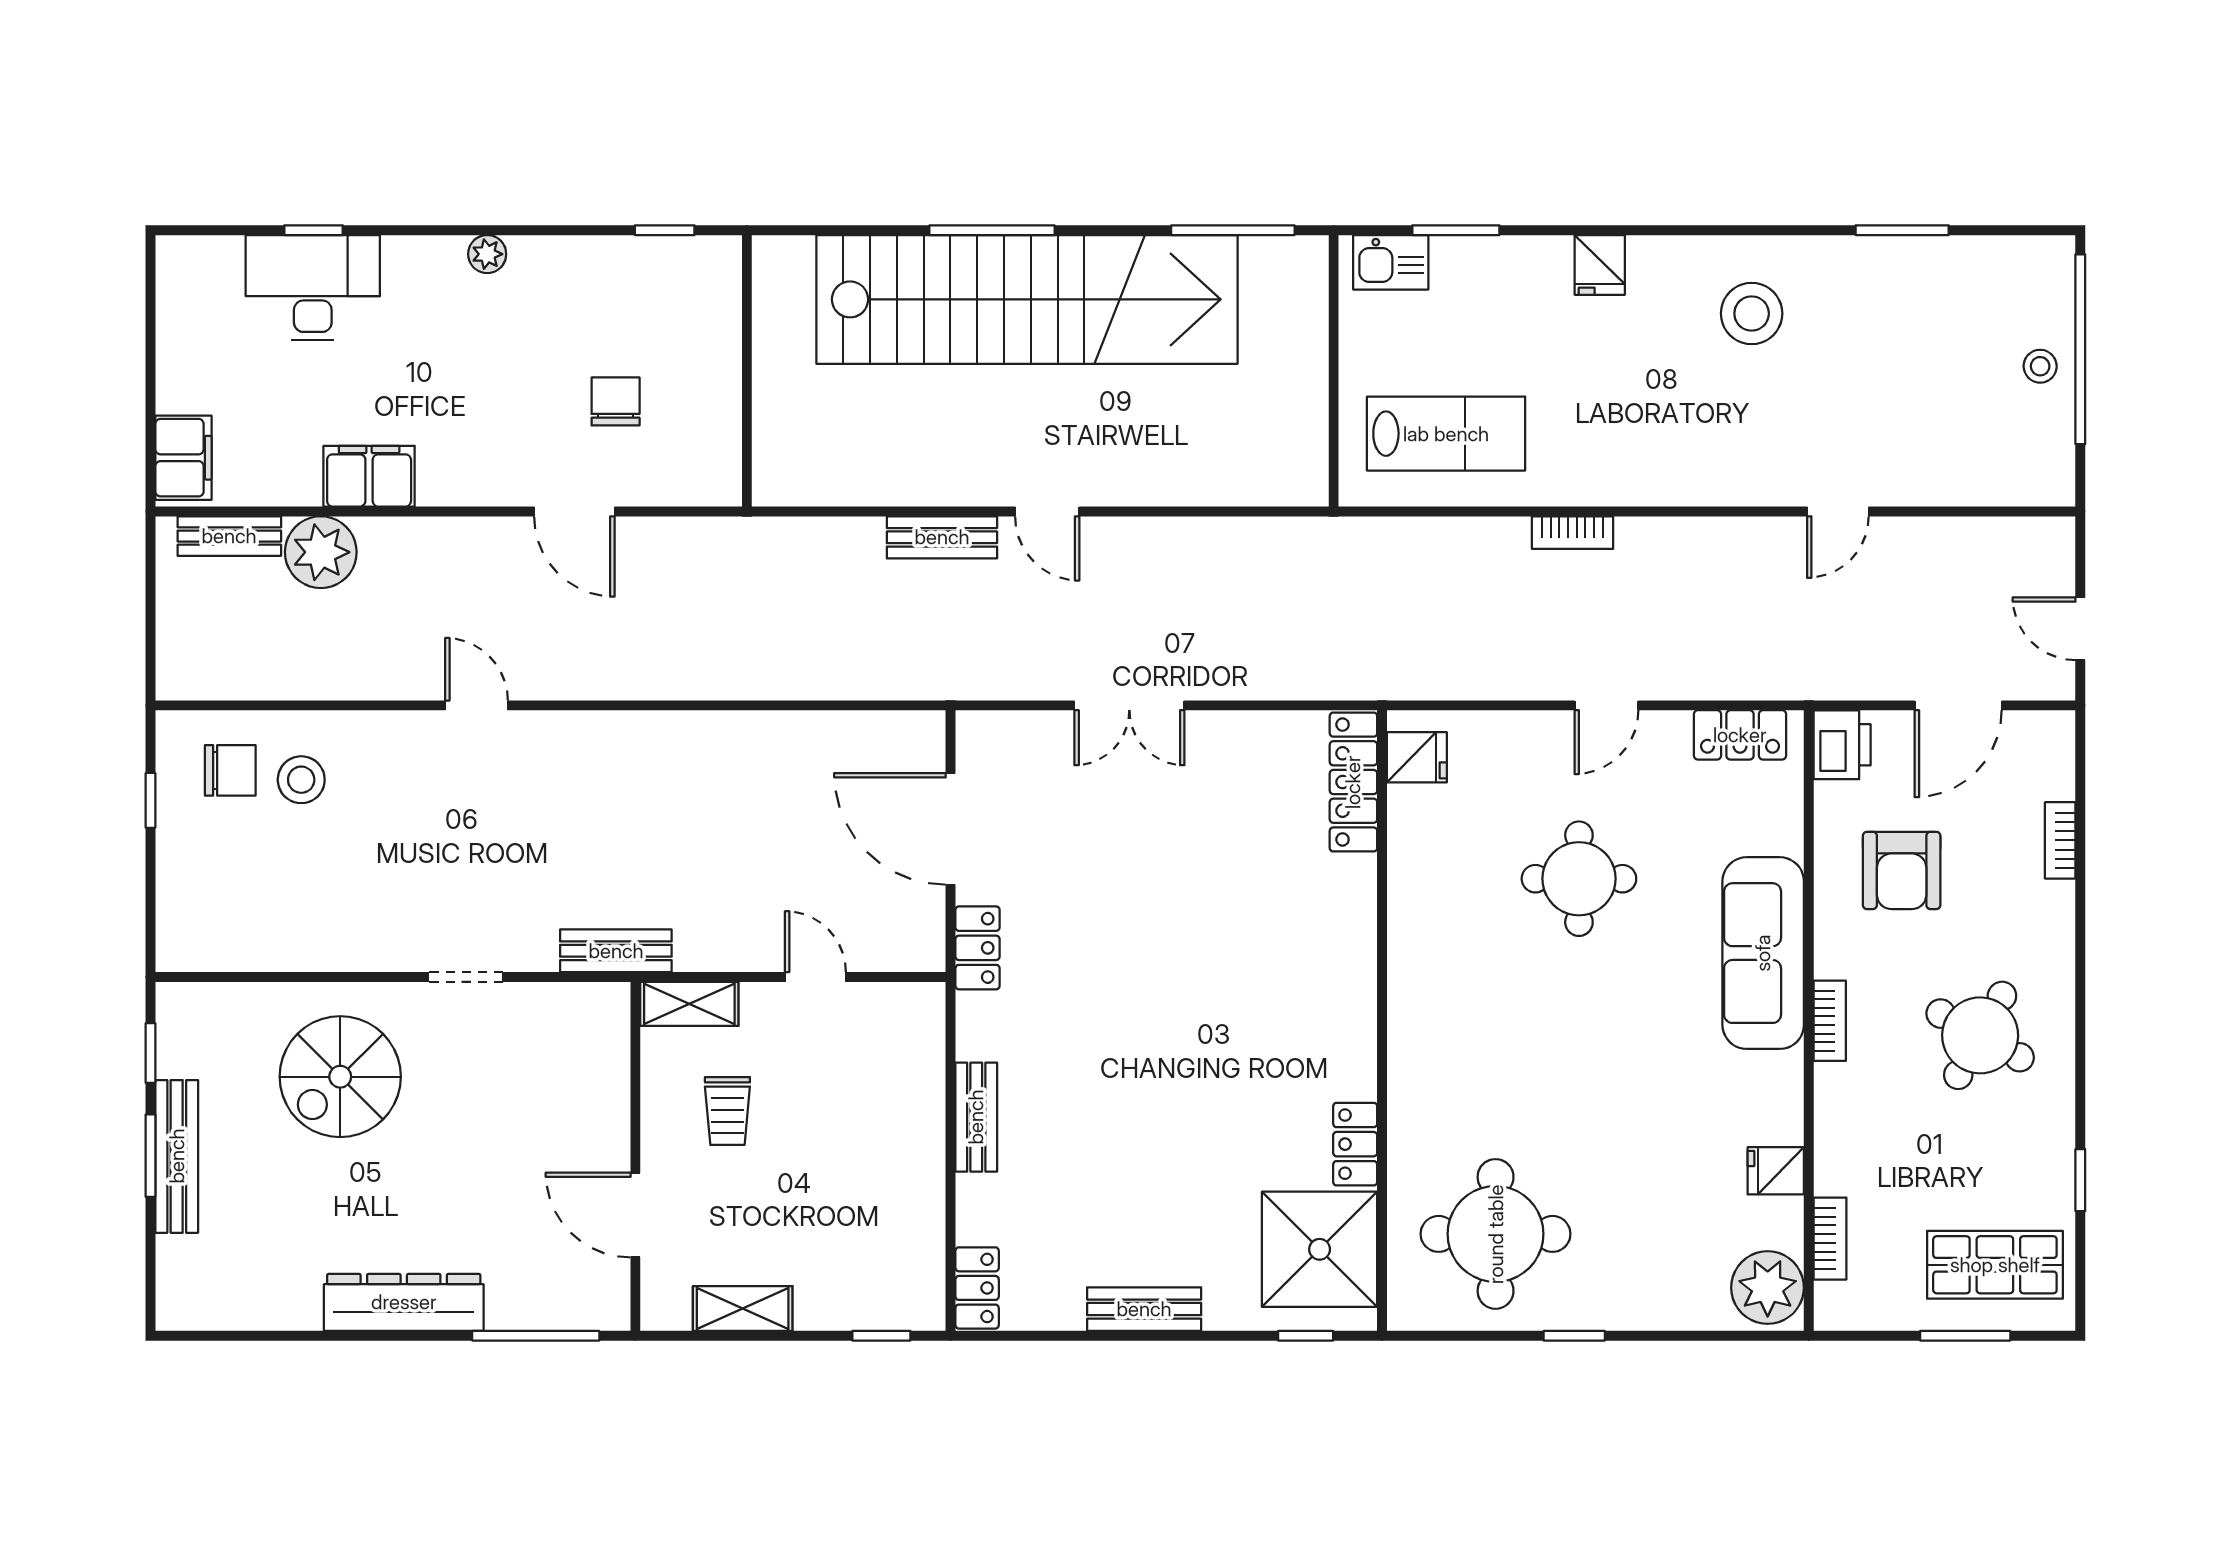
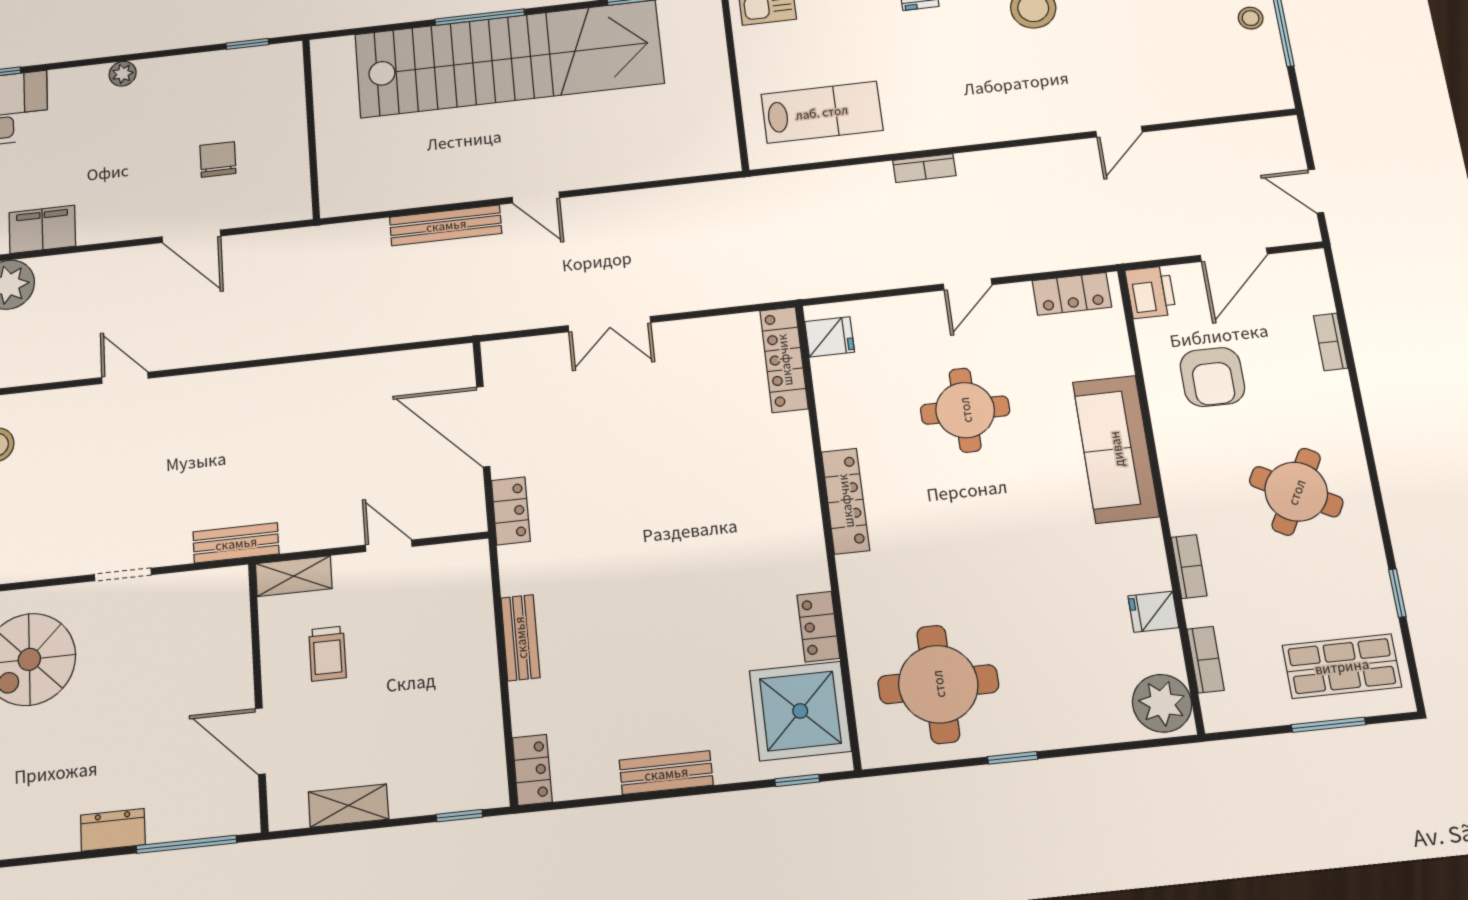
bench: (942, 537) -> (446, 225), width x1.36
locker: (1410, 983) -> (845, 501), added
bookcase: (1830, 1021) -> (1189, 567), moved
dresser: (404, 1302) -> (113, 830), width x0.51, depth x0.80

